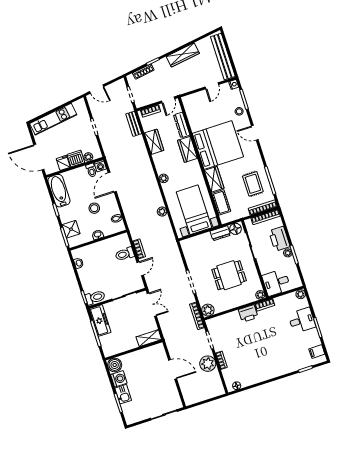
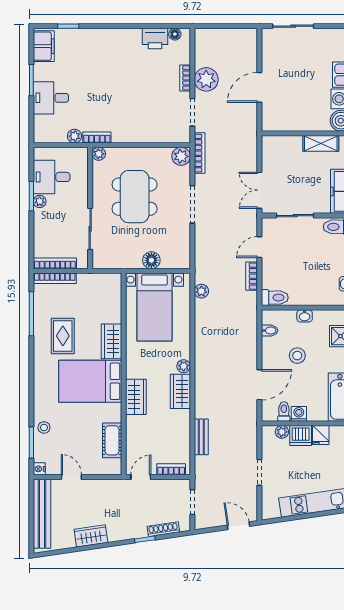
wardrobe: (183, 55) -> (91, 536), width x0.67
door: (212, 86) -> (71, 477), hinge flipped
bench: (134, 124) -> (201, 437), moved
dresser: (182, 125) -> (133, 434), removed
door: (255, 133) -> (31, 389), removed
wardrobe: (154, 142) -> (180, 391), moved
bed: (218, 145) -> (90, 381), width x0.73
washing machine: (100, 166) -> (299, 414), moved
rug: (253, 184) -> (63, 336), moved
cot: (221, 202) -> (112, 440), moved
plant: (162, 212) -> (201, 291), moved
floor lamp: (235, 229) -> (151, 260), moved
dresser: (220, 233) -> (128, 261), removed
printer: (279, 239) -> (45, 226), removed
toilet: (125, 254) -> (275, 298), moved
dining table: (229, 275) -> (135, 197), width x1.38
desk: (276, 282) -> (52, 177), moved, turned 180
plant: (301, 294) -> (74, 136), moved
printer: (248, 313) -> (155, 38), moved, turned 180
shelving: (149, 338) -> (321, 143), moved
filing cabinet: (317, 351) -> (44, 46), width x2.00
door: (173, 369) -> (259, 87), hinge flipped

